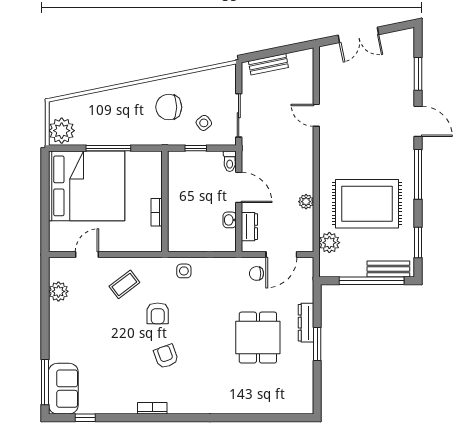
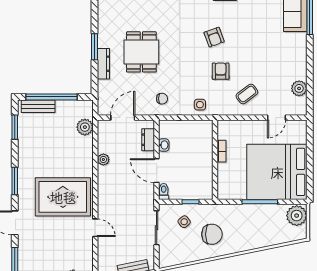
window: (418, 174) -> (15, 181), width x0.69
rug: (367, 204) -> (63, 197), moved
chair: (257, 273) -> (162, 99), moved

